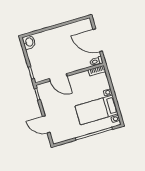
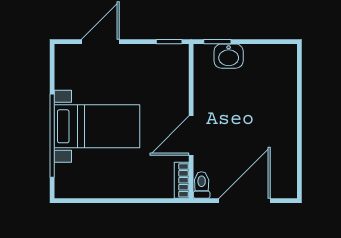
washbasin: (29, 42) -> (229, 56), moved
door: (58, 77) -> (191, 135), moved
bed with nightstands: (97, 110) -> (97, 126), moved, turned 90

